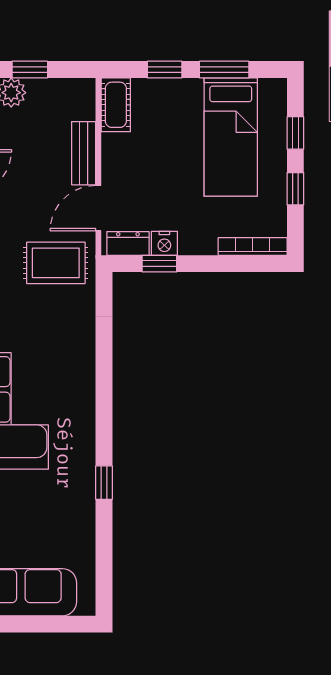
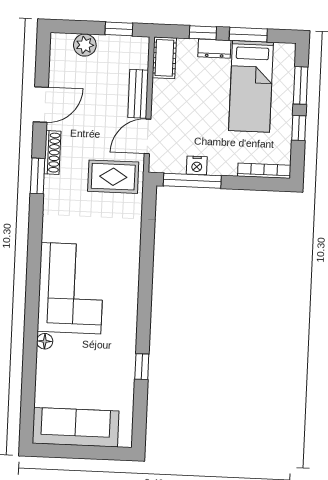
window: (30, 70) -> (119, 29), moved
window: (295, 133) -> (301, 85), width x1.50
dresser: (128, 243) -> (214, 49), moved, turned 180
window: (159, 264) -> (192, 181), width x2.17
window: (104, 483) -> (142, 367), moved

